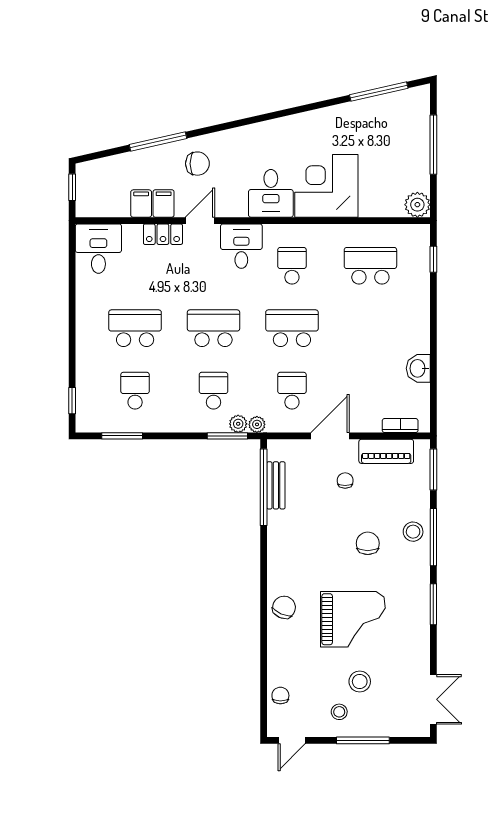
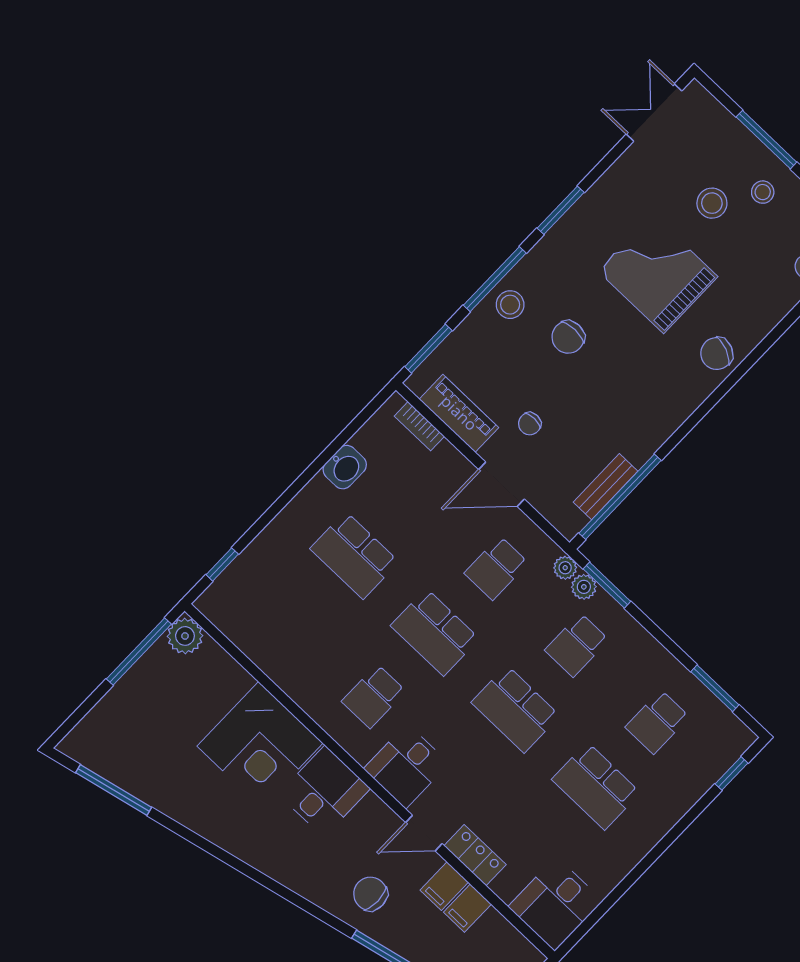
window: (433, 145) -> (139, 652), moved
school desk: (370, 266) -> (354, 555), moved

